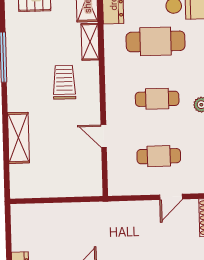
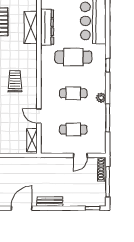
shelving: (90, 42) -> (32, 140), moved

